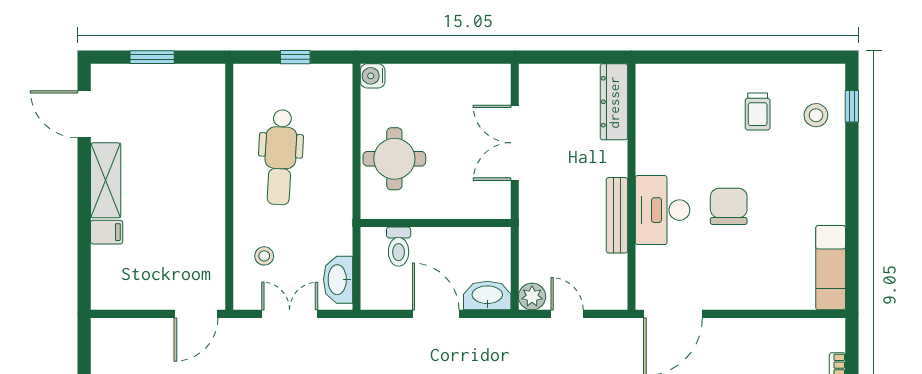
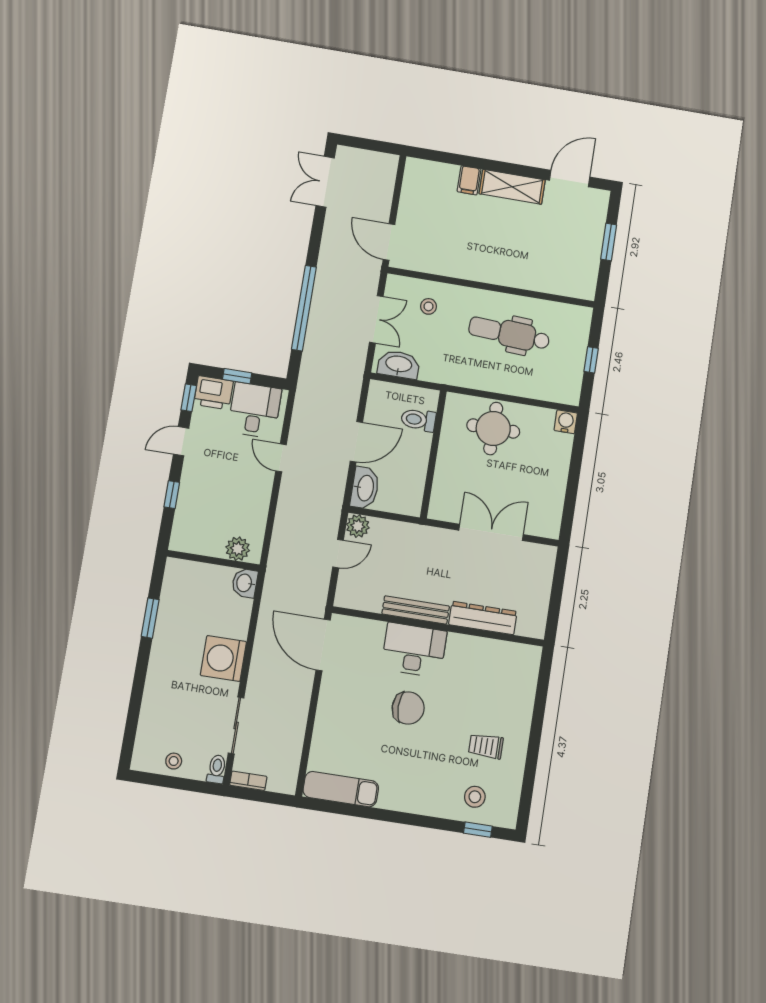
dresser: (614, 102) -> (483, 618), moved

